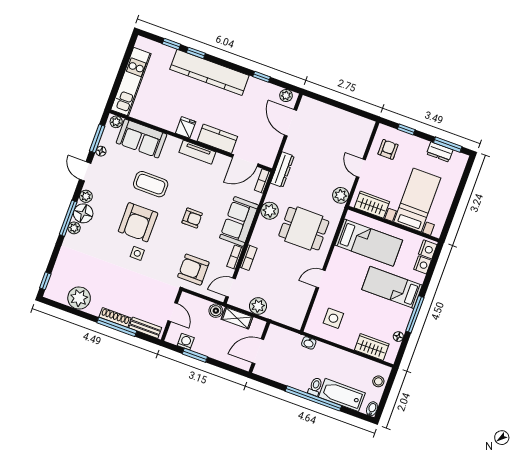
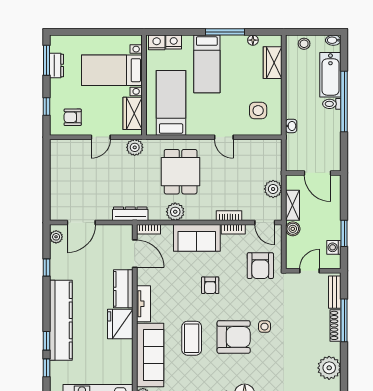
fridge: (186, 127) -> (120, 324), width x1.88, depth x1.34
sofa: (141, 139) -> (150, 355), width x1.36
armchair: (192, 218) -> (210, 285), turned 180

